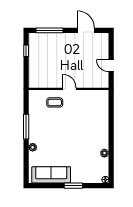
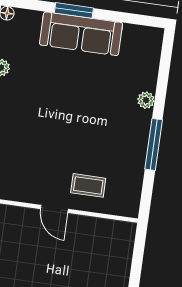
sofa: (51, 175) -> (81, 34), moved

